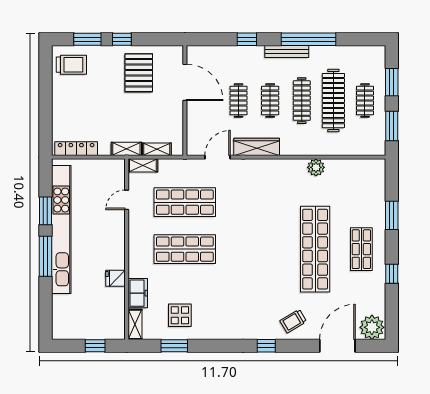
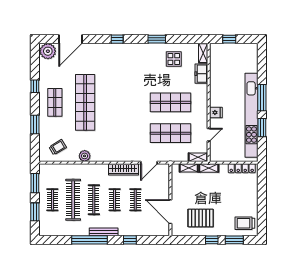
pallet: (139, 73) -> (201, 218), turned 90
fridge: (116, 278) -> (216, 113), moved
trolley: (293, 321) -> (58, 147), moved
window: (174, 346) -> (157, 39), moved

